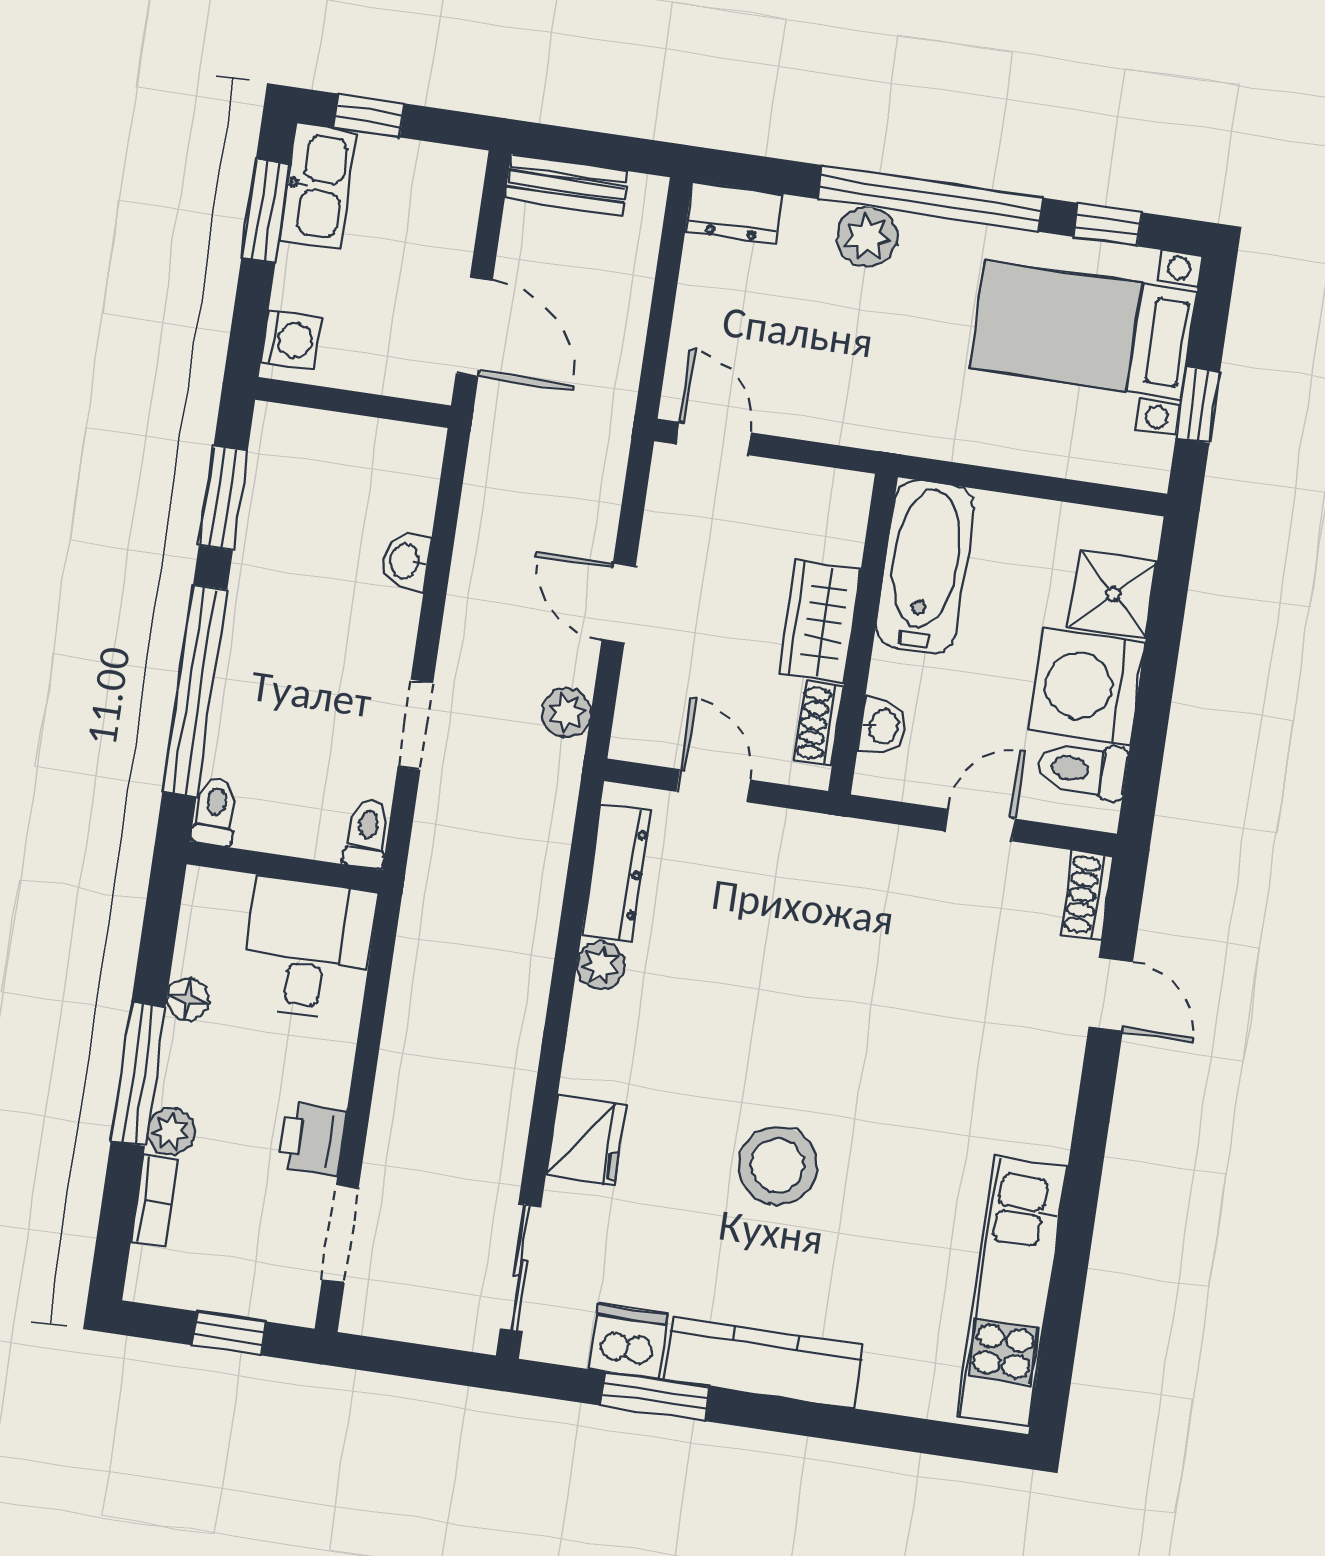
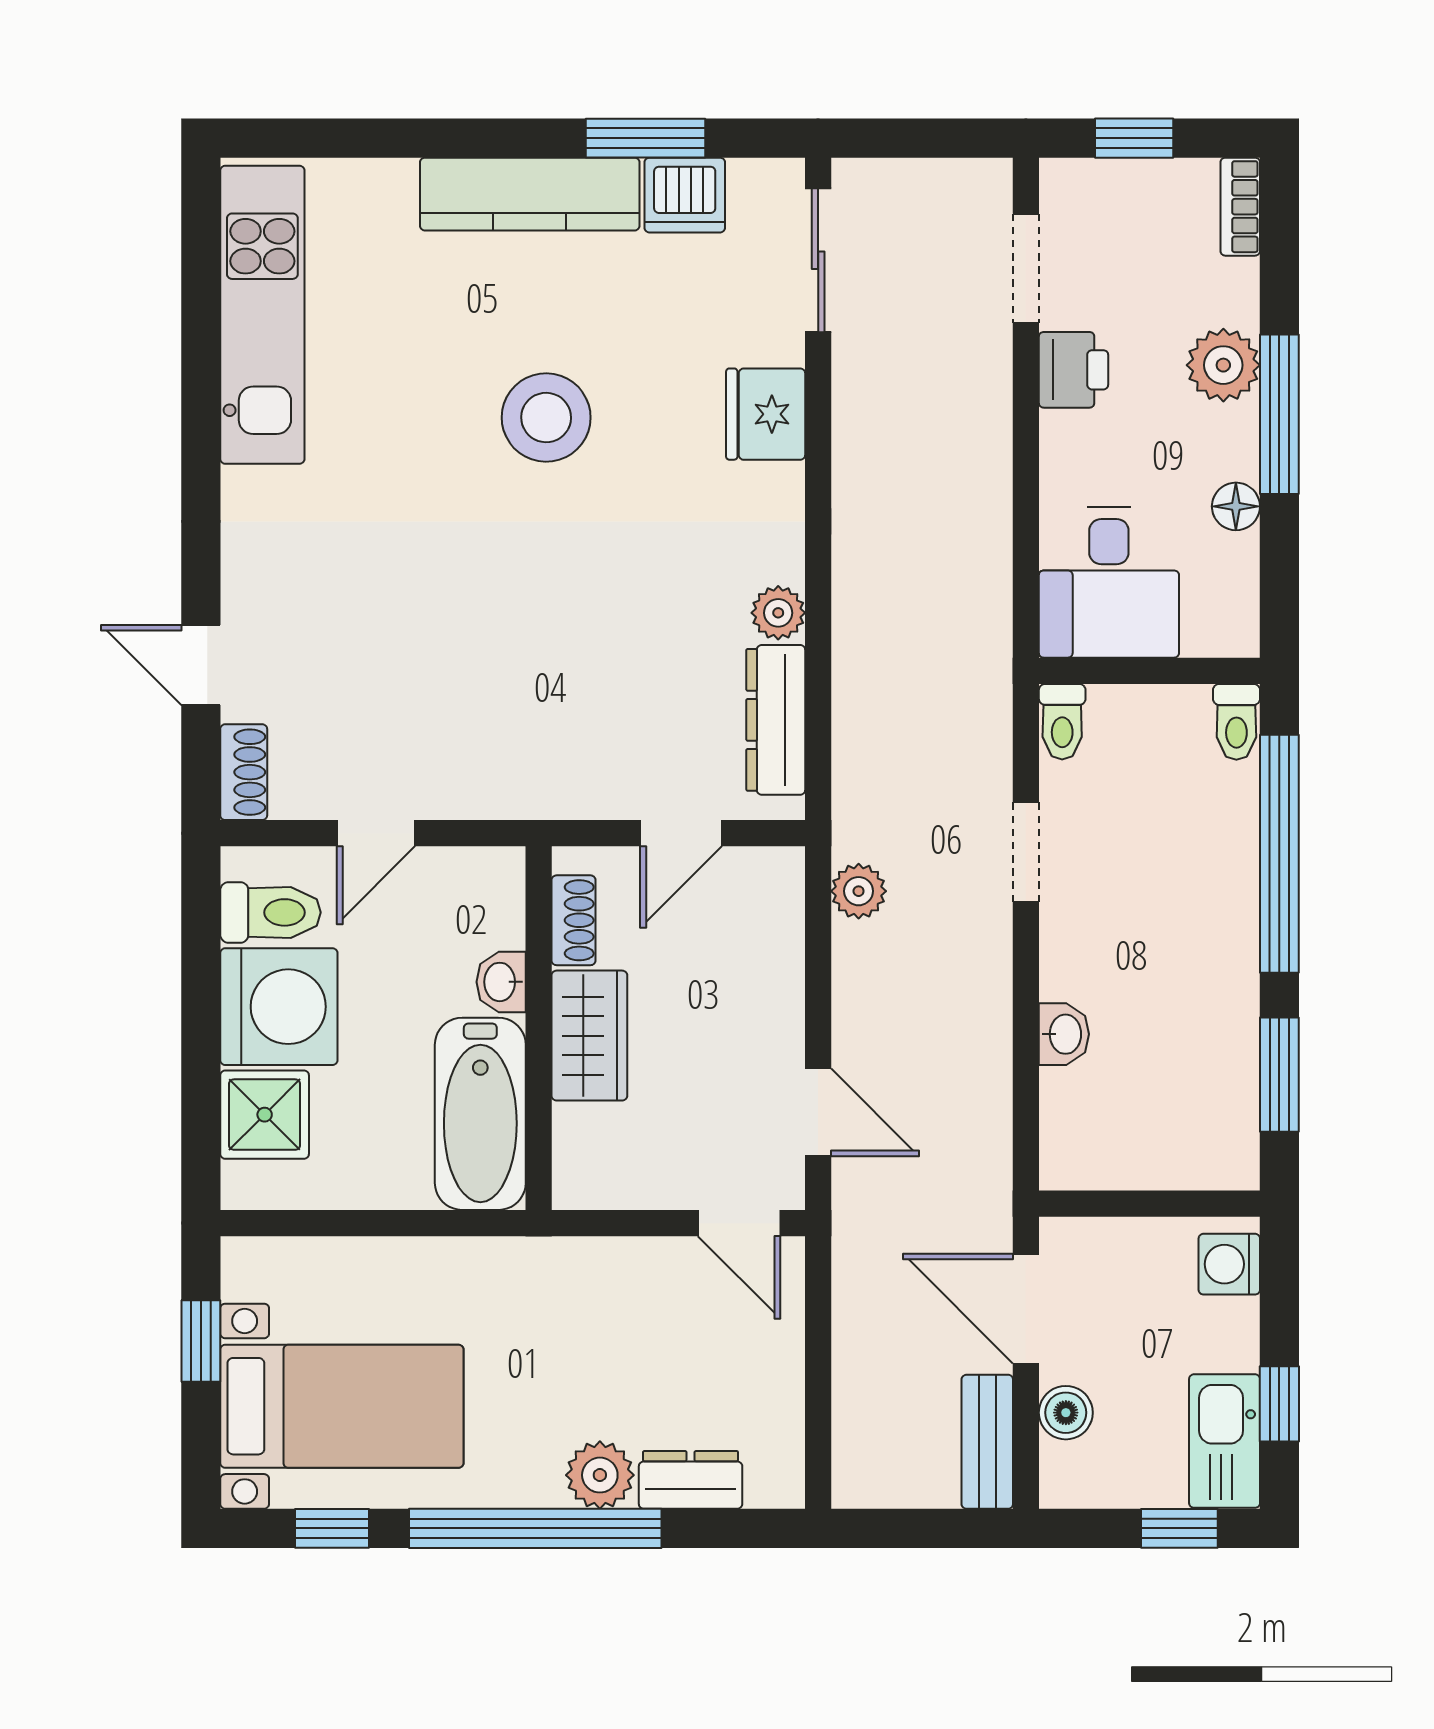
bench: (567, 185) -> (987, 1442), moved, turned 90
window: (266, 211) -> (1279, 1404), width x0.67
dresser: (734, 213) -> (691, 1480), moved
boiler: (453, 231) -> (1066, 1413), added
door: (619, 603) -> (818, 1112), moved
washbasin: (883, 726) -> (501, 982), moved
door: (714, 786) -> (681, 833), hinge flipped
plant: (171, 1131) -> (1223, 365), width x1.38, depth x1.38
bookcase: (154, 1201) -> (1240, 207), moved

